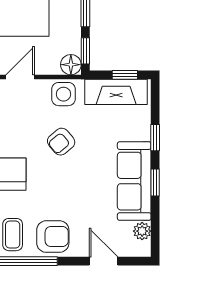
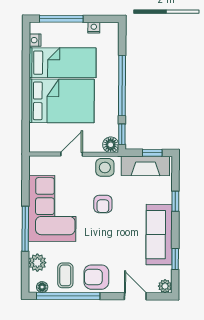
armchair: (61, 142) -> (103, 204), turned -50
window: (155, 183) -> (175, 259), moved
plant: (142, 231) -> (165, 286), moved
armchair: (53, 237) -> (96, 277), turned 180

